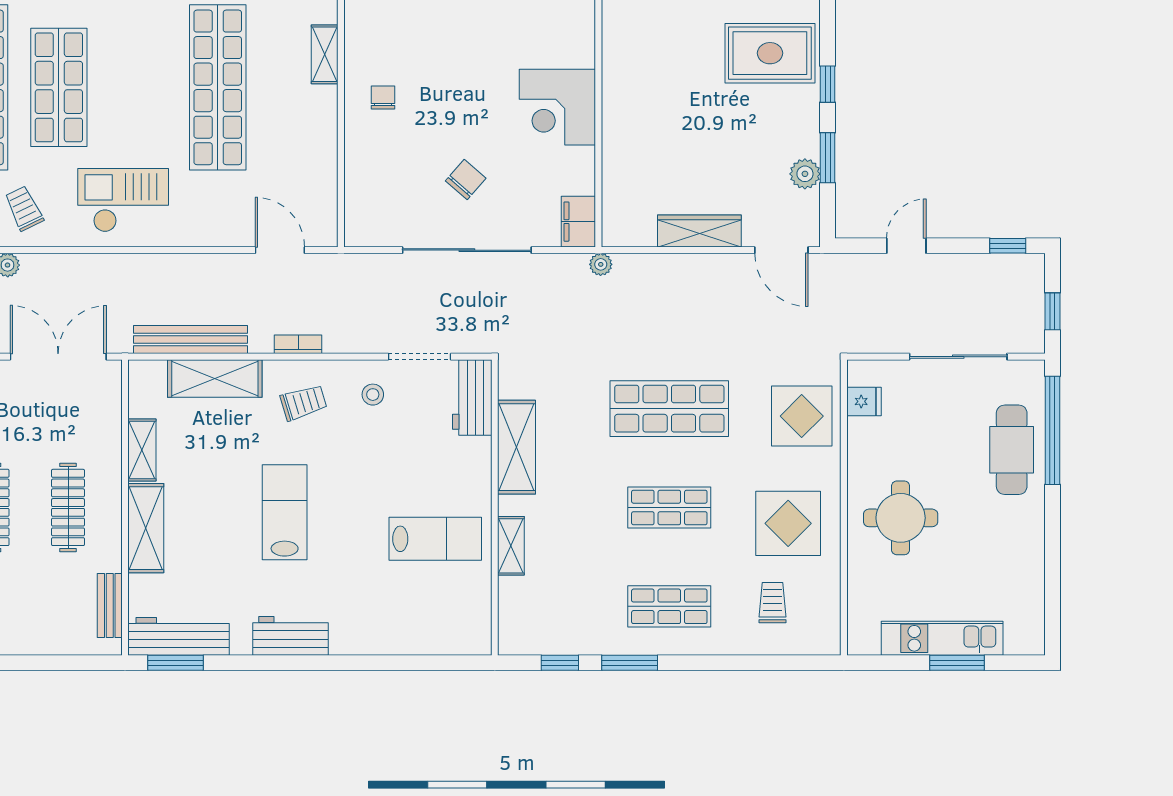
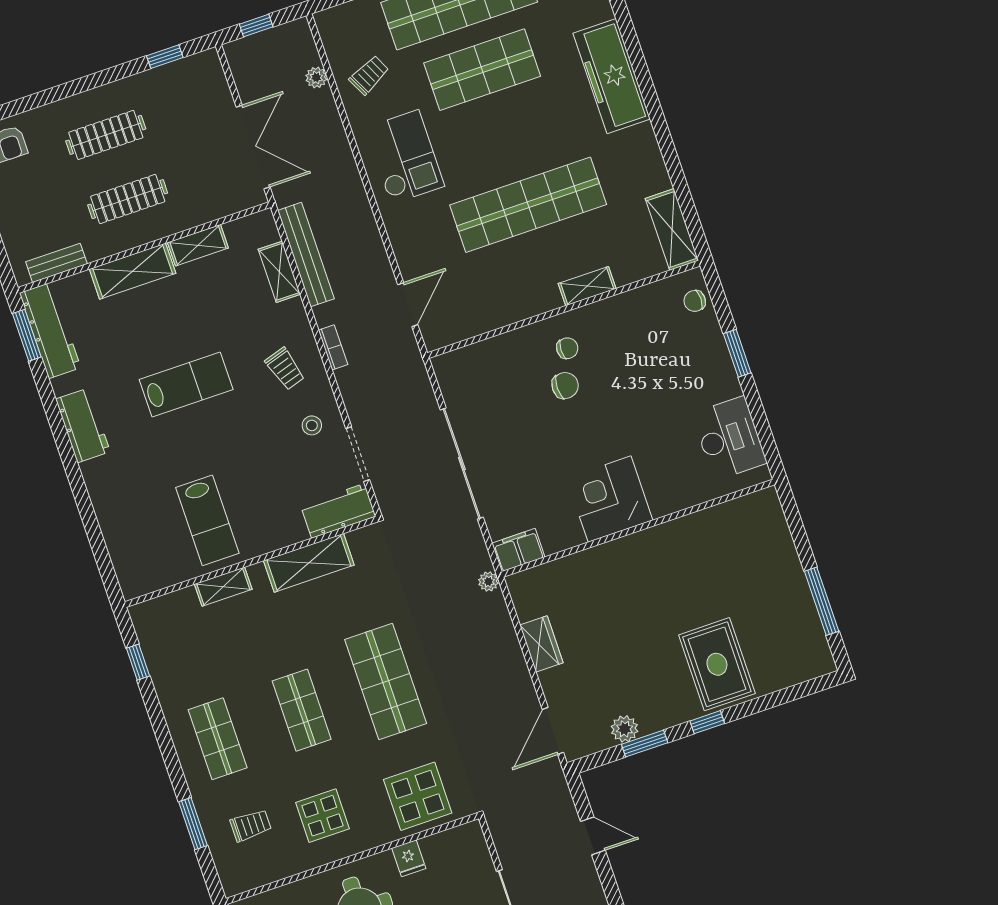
chair: (466, 179) -> (565, 386), moved, turned -41
wardrobe: (699, 231) -> (541, 644), width x0.67
shelving: (215, 378) -> (279, 272), width x0.67, depth x0.75
fridge: (864, 401) -> (409, 858), moved
display table: (788, 523) -> (323, 816), width x0.73, depth x0.73
window: (630, 663) -> (193, 824), moved

